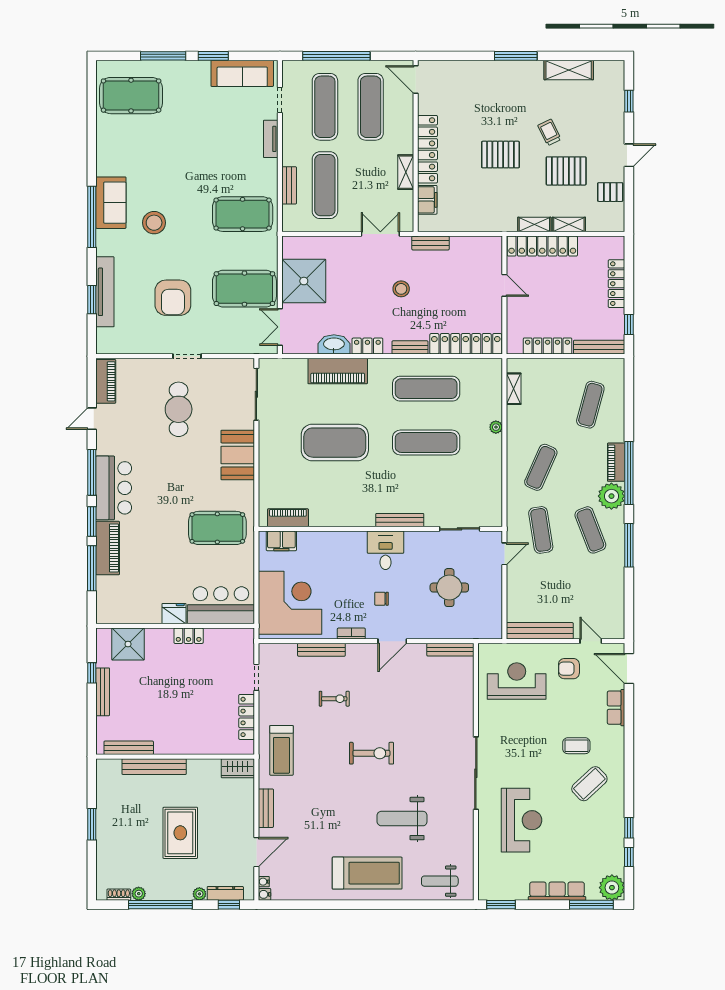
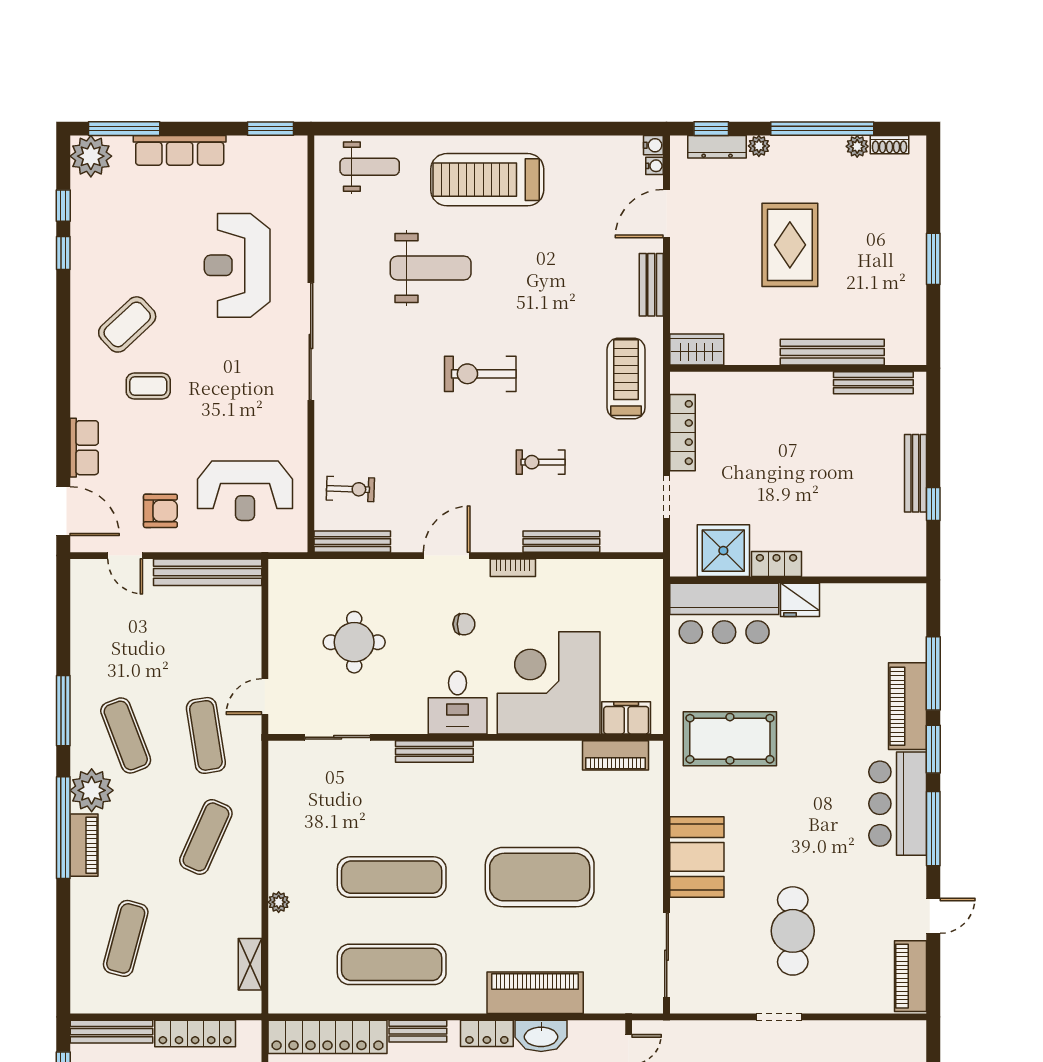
corner desk: (290, 603) -> (549, 683), moved, turned 90
shower: (128, 644) -> (723, 551), moved
exercise bike: (452, 682) -> (350, 489), added

